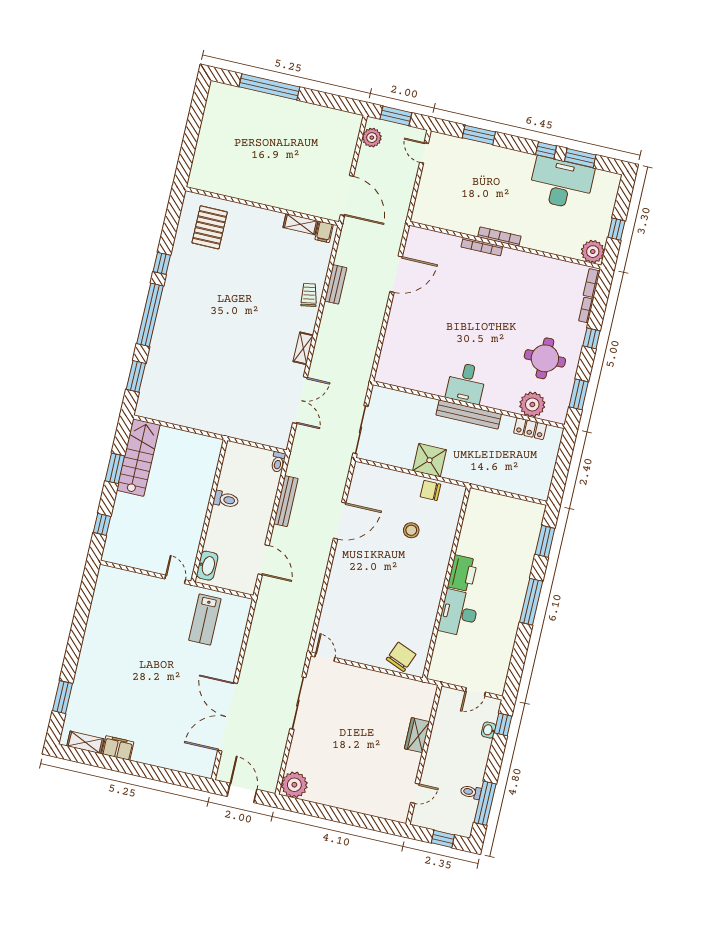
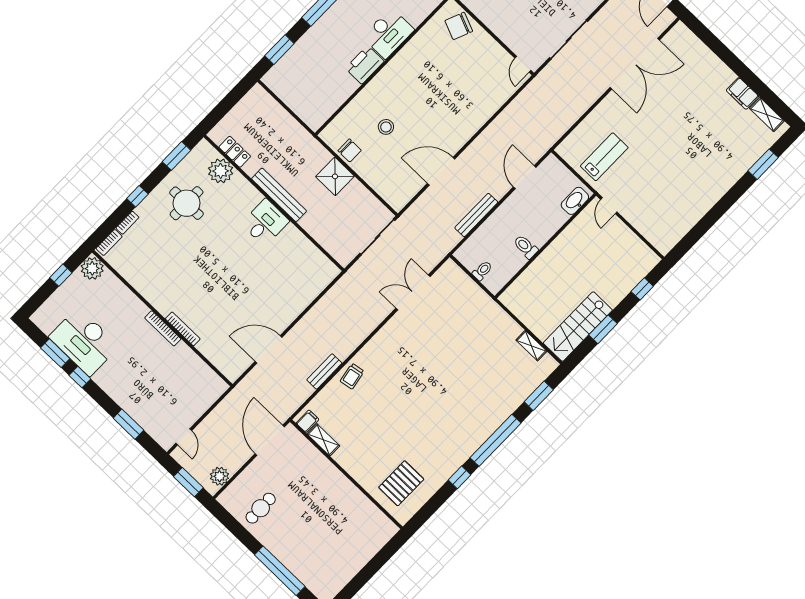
cafe table: (319, 131) -> (261, 508), added
shelving: (303, 348) -> (531, 346), moved, turned 90
toilet: (278, 462) -> (482, 271), moved

